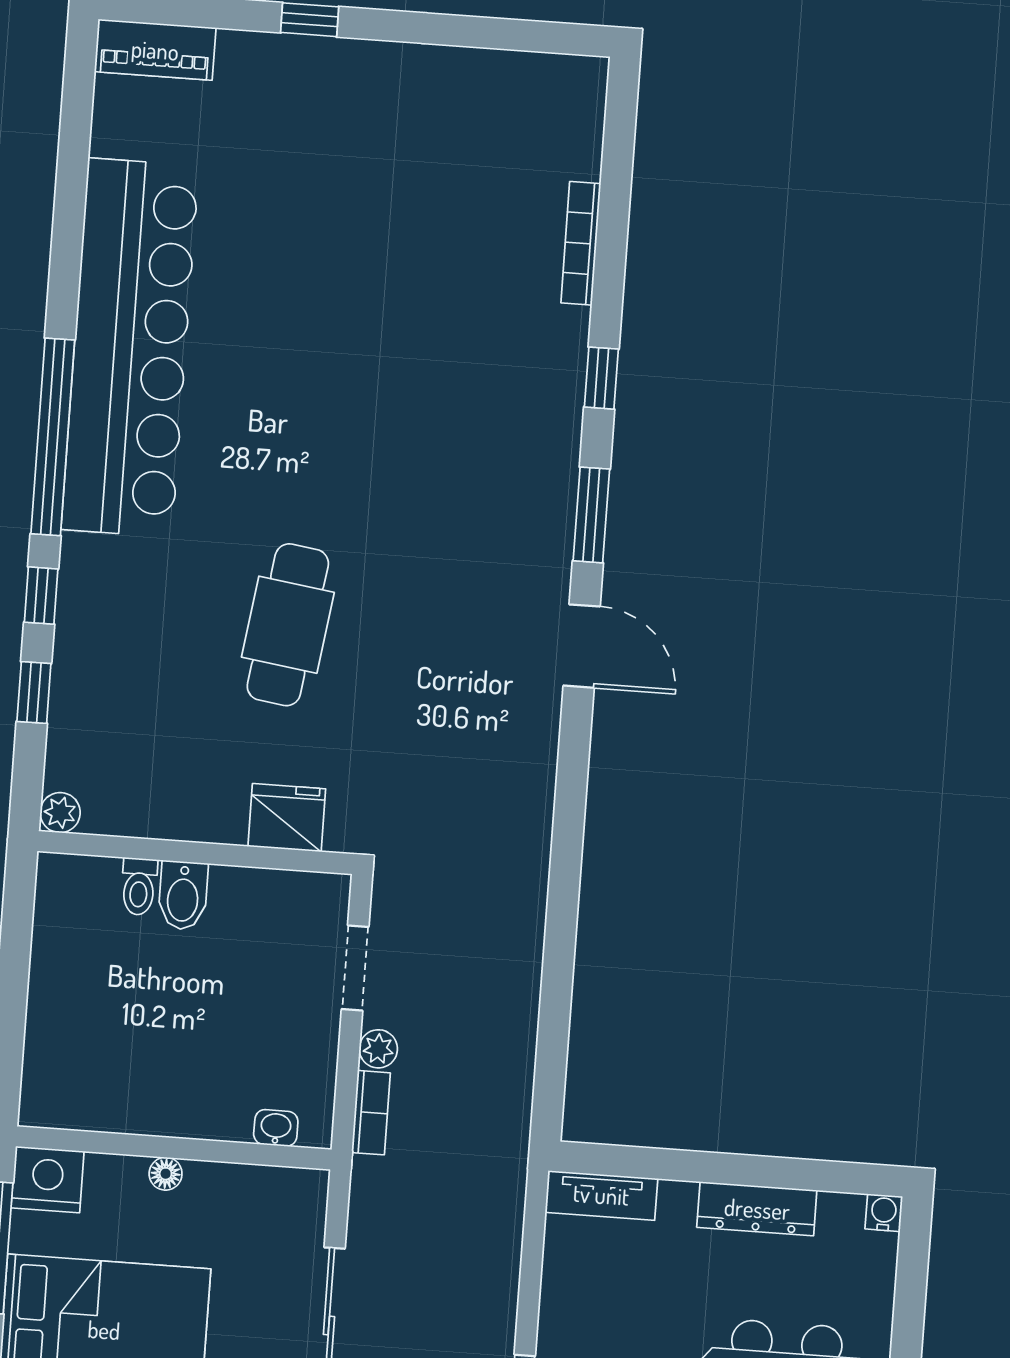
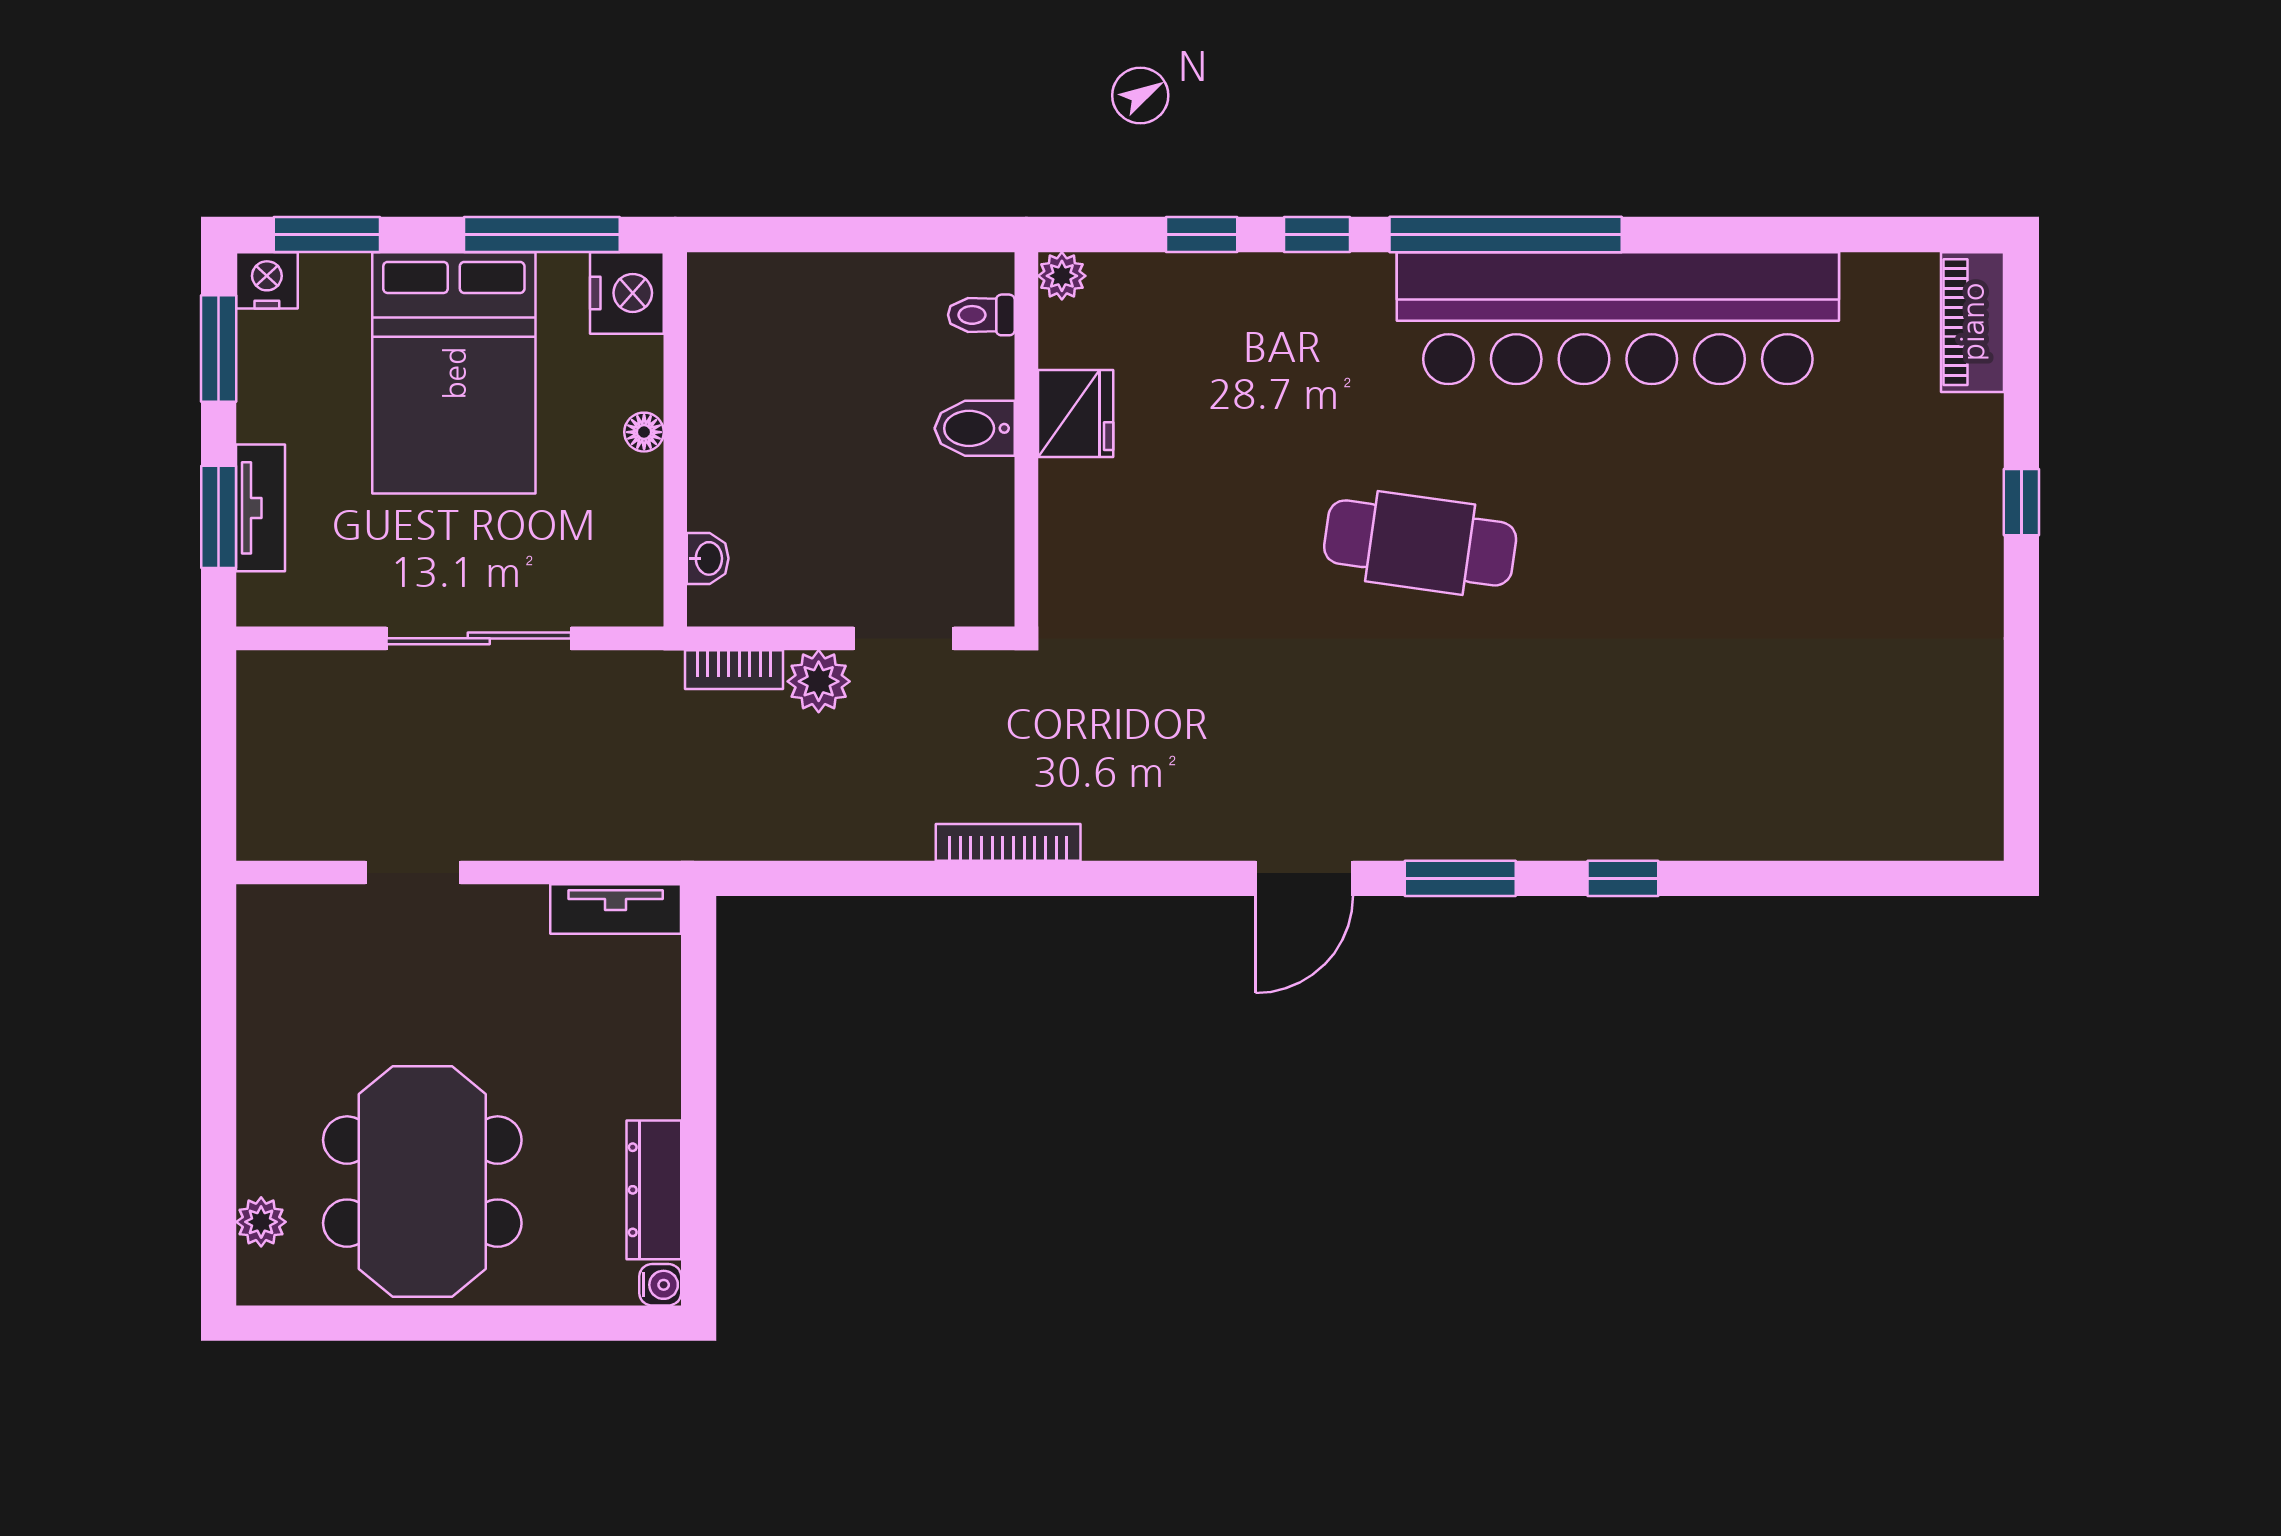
bookcase: (581, 243) -> (1008, 842), moved
cafe table: (288, 625) -> (1420, 543), moved
fridge: (287, 818) -> (1076, 414), moved
toilet: (139, 886) -> (981, 315), moved
plant: (378, 1049) -> (819, 681), width x1.38, depth x1.38
tv unit: (601, 1195) -> (616, 909), moved, turned -90
dresser: (757, 1209) -> (654, 1190), moved

